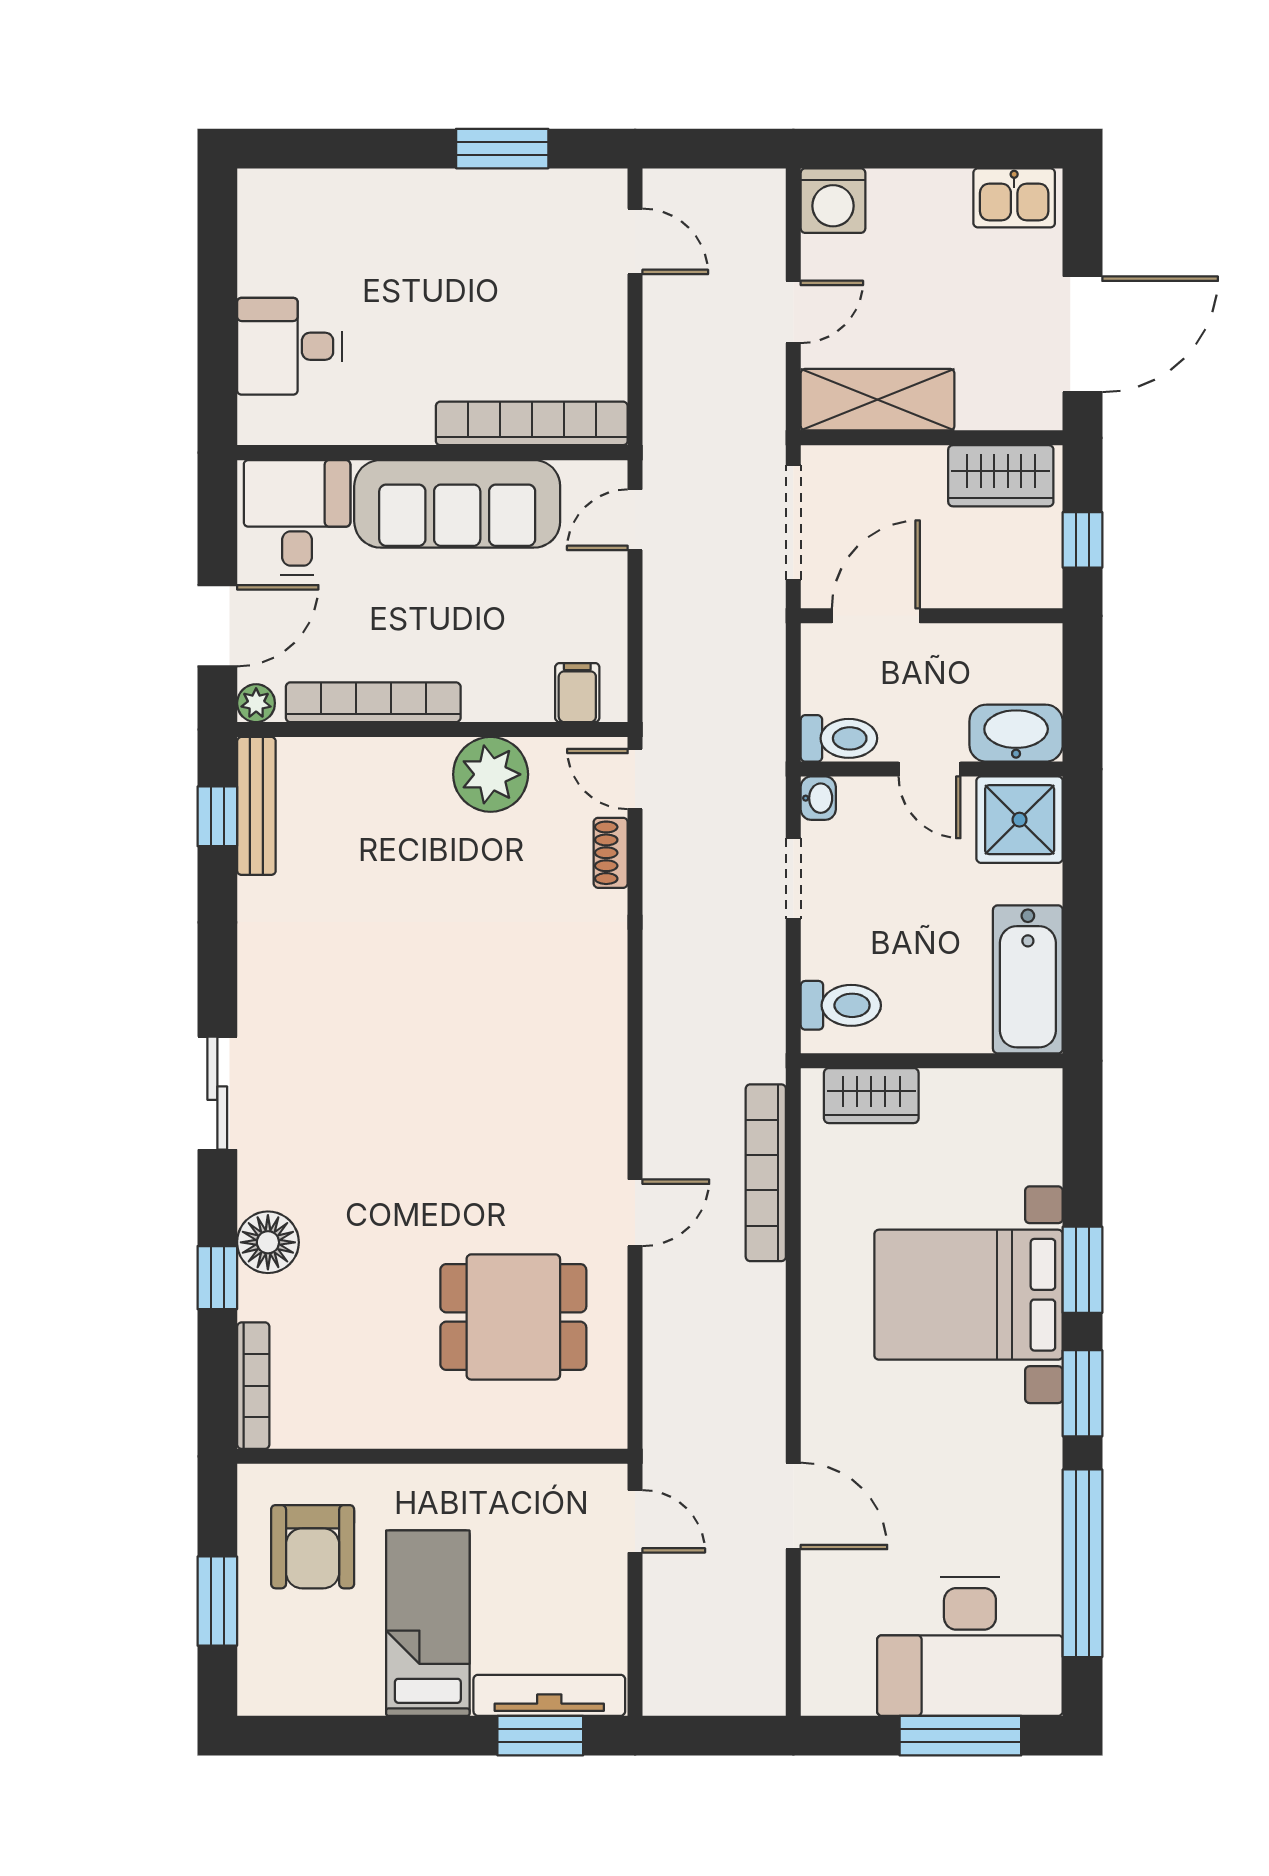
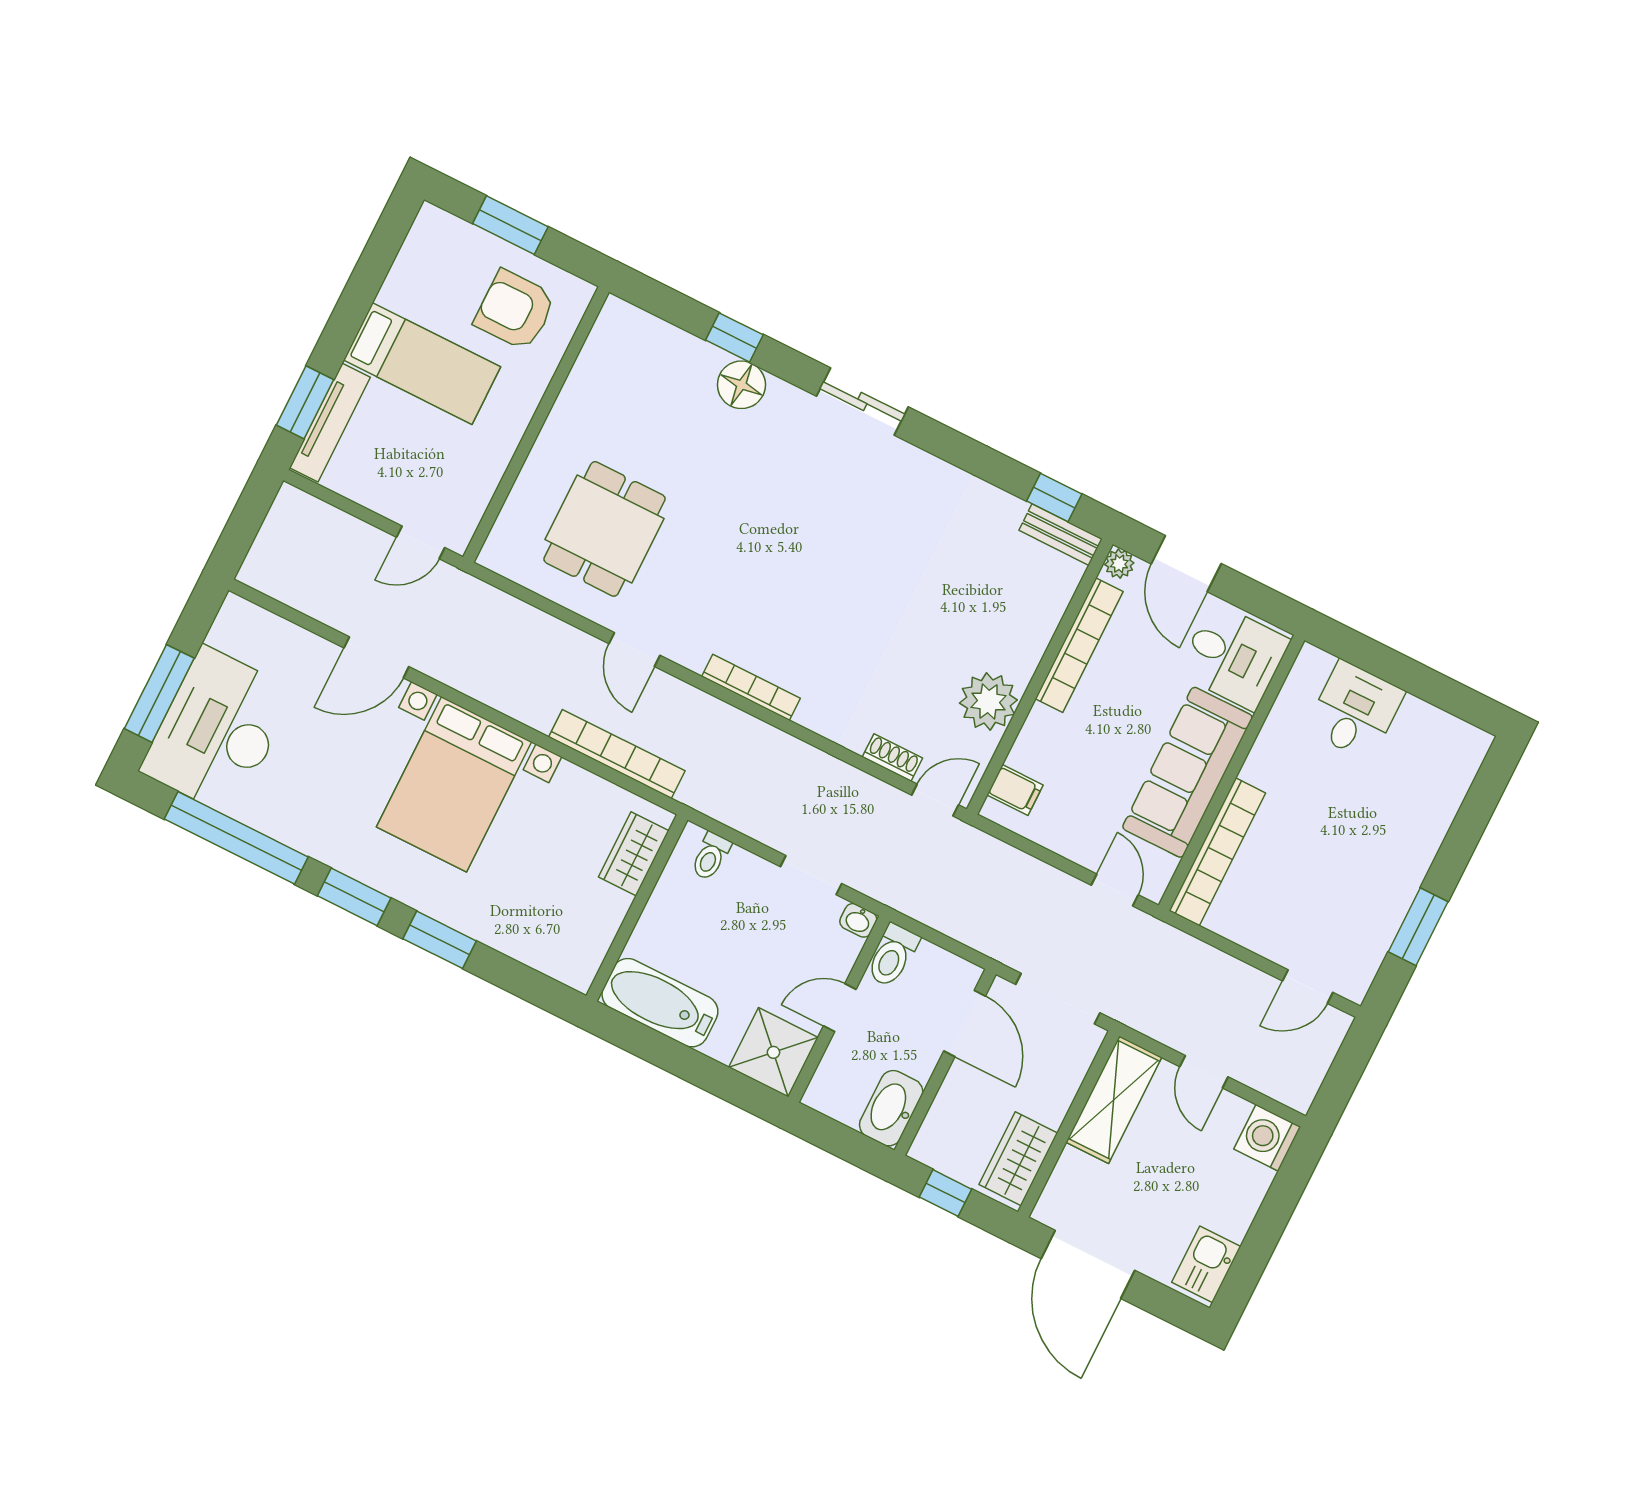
washbasin: (1016, 733) -> (891, 1108), moved, turned 180
bench: (256, 806) -> (1061, 535), width x0.73
toilet: (841, 1005) -> (711, 856), width x0.73, depth x0.72
bed with nightstands: (969, 1295) -> (454, 784), moved, turned 180
bookcase: (253, 1386) -> (751, 687), moved, turned 180

